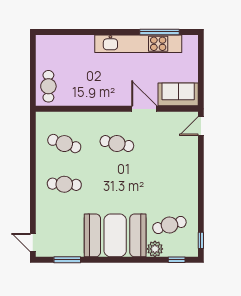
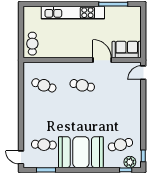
kitchen unit: (138, 44) -> (73, 13), moved
cafe table: (64, 184) -> (44, 145), moved
plant: (155, 249) -> (130, 162), moved

